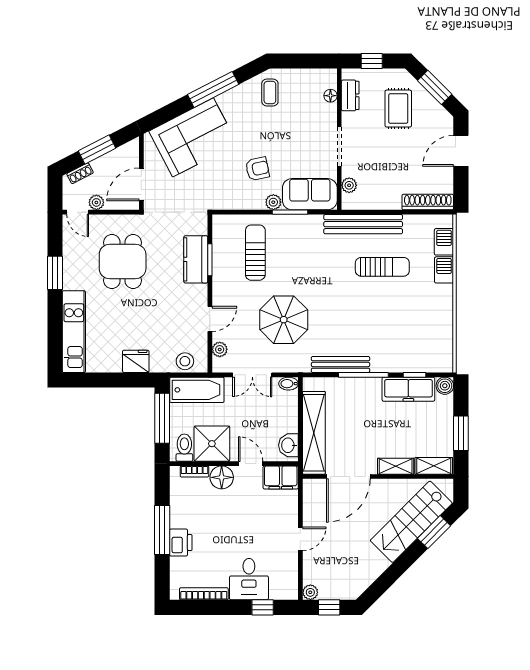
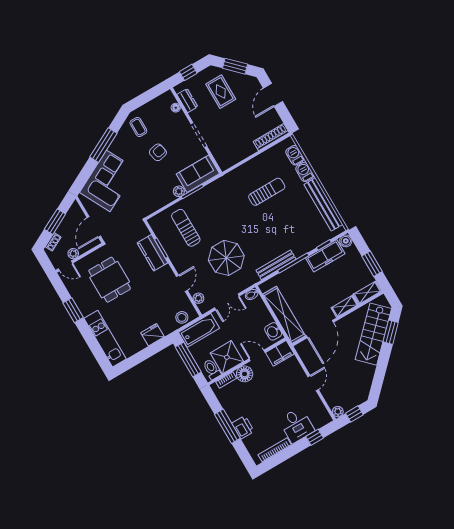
armchair: (257, 169) -> (158, 152), moved
plant: (349, 185) -> (218, 155), removed
bench: (363, 224) -> (323, 204), moved, turned 90

